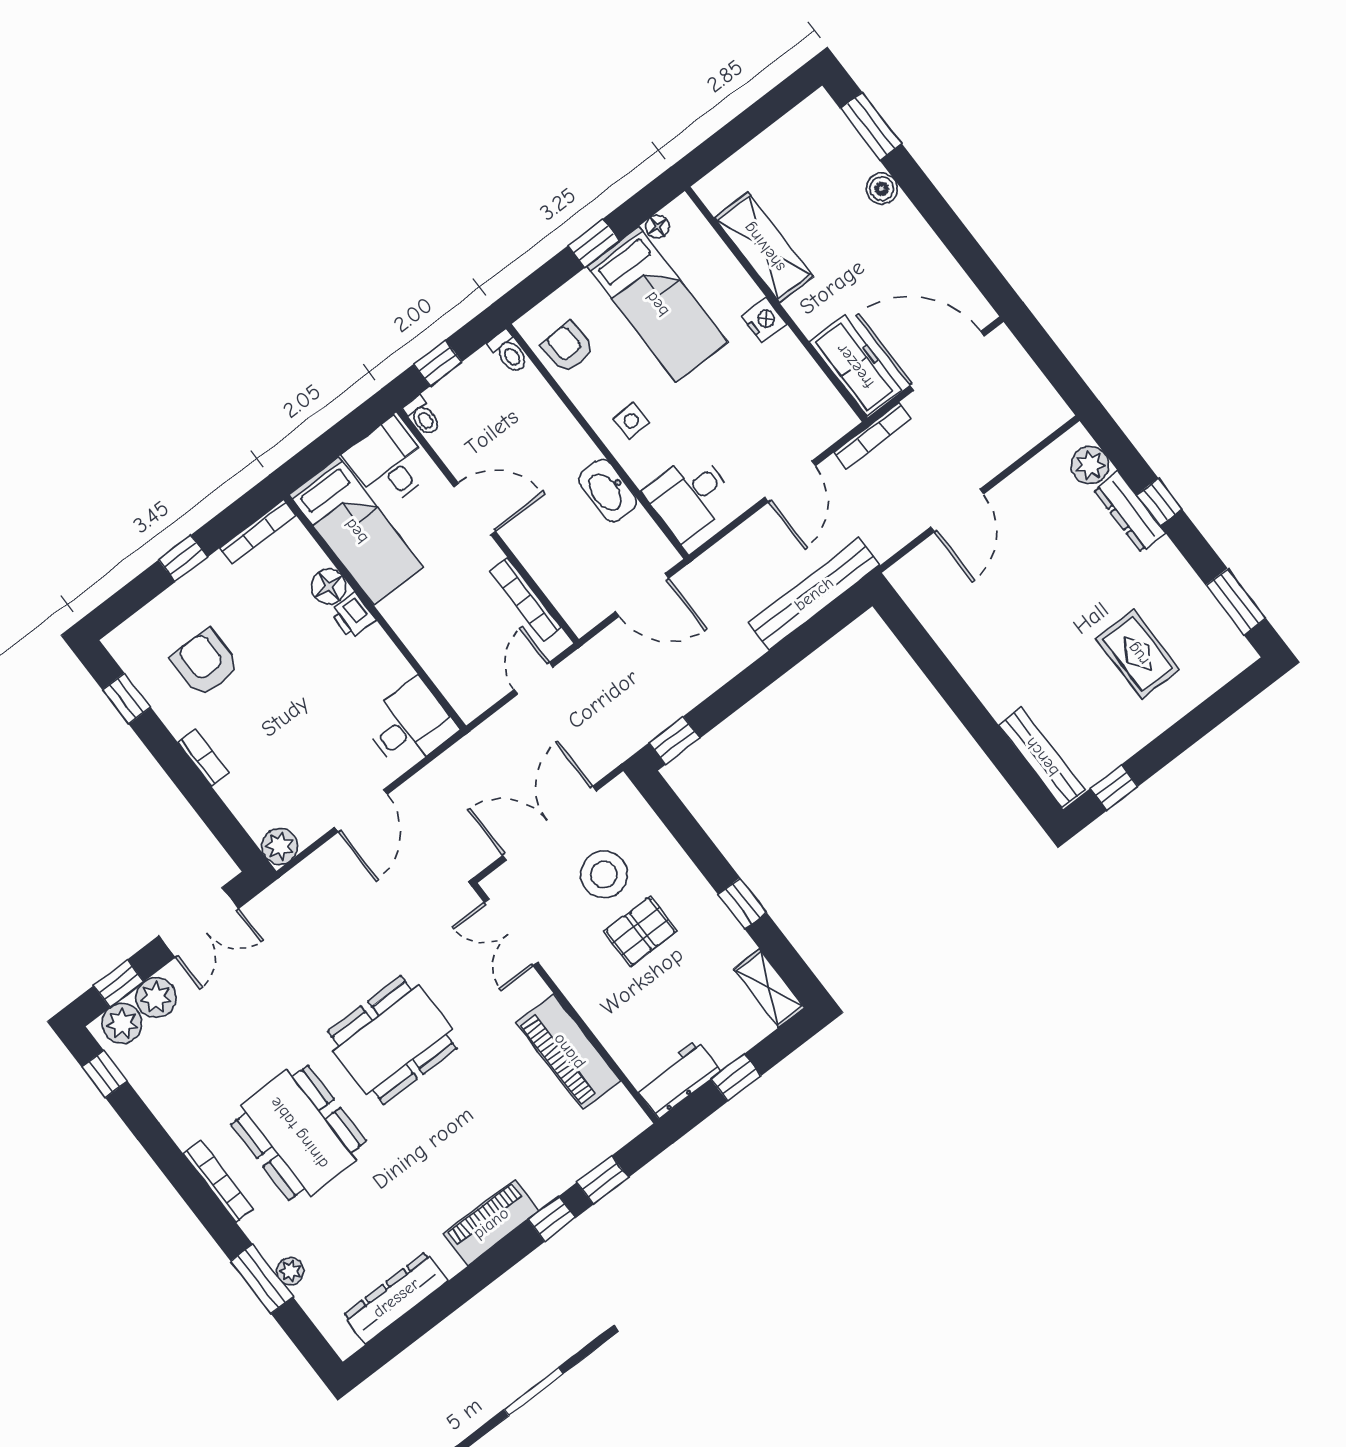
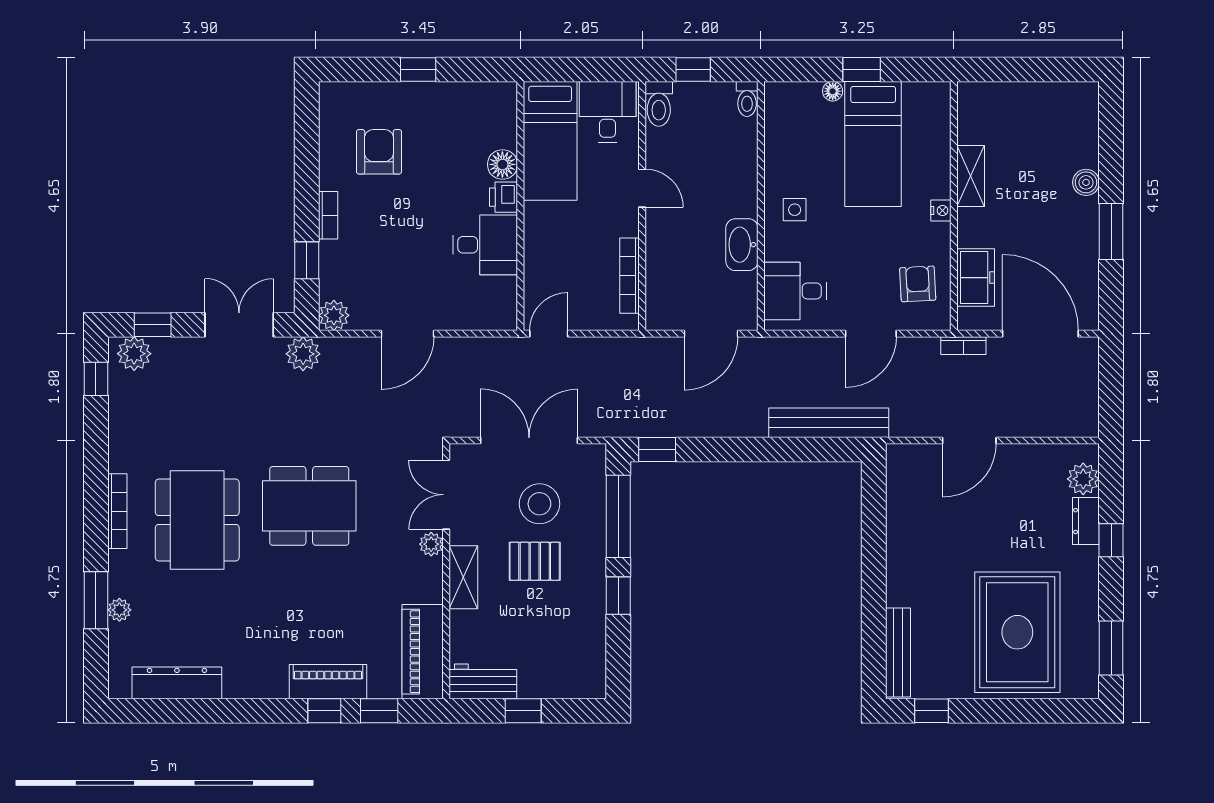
window: (871, 126) -> (1111, 231), moved
floor lamp: (657, 227) -> (833, 91), moved
shelving: (764, 247) -> (971, 176), width x0.67, depth x0.75
nightstand: (764, 320) -> (941, 211), width x0.72, depth x0.74
armchair: (568, 348) -> (918, 284), moved
freezer: (855, 366) -> (976, 278), width x0.71
toilet: (422, 416) -> (659, 104), width x1.37, depth x1.39
bookcase: (873, 436) -> (963, 346), width x0.64
door: (475, 509) -> (642, 188), width x0.73
dresser: (1130, 512) -> (1086, 521), width x0.70
bookcase: (258, 532) -> (483, 90), removed
door: (642, 595) -> (711, 334), hinge flipped
rug: (1138, 654) -> (1017, 632), width x1.86, depth x2.06
door: (534, 678) -> (549, 334), moved
window: (126, 699) -> (307, 260), moved
desk: (409, 725) -> (485, 245), moved
window: (686, 830) -> (618, 516), added
double door: (199, 922) -> (239, 325), swing flipped
shelving: (769, 988) -> (463, 577), moved
plant: (533, 989) -> (431, 544), added
plant: (156, 998) -> (303, 354), moved
piano: (568, 1052) -> (423, 652), moved
piano: (491, 1223) -> (328, 682), moved

